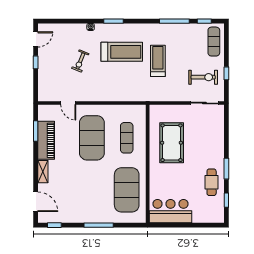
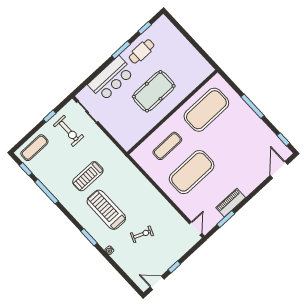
exercise bike: (203, 77) -> (69, 131), turned 180
door: (68, 103) -> (196, 229), moved
piano: (46, 140) -> (231, 203), width x0.73, depth x0.75
pool table: (172, 143) -> (154, 91), moved
shelving: (43, 172) -> (251, 185), removed
bar counter: (171, 211) -> (111, 79), moved, turned -90

